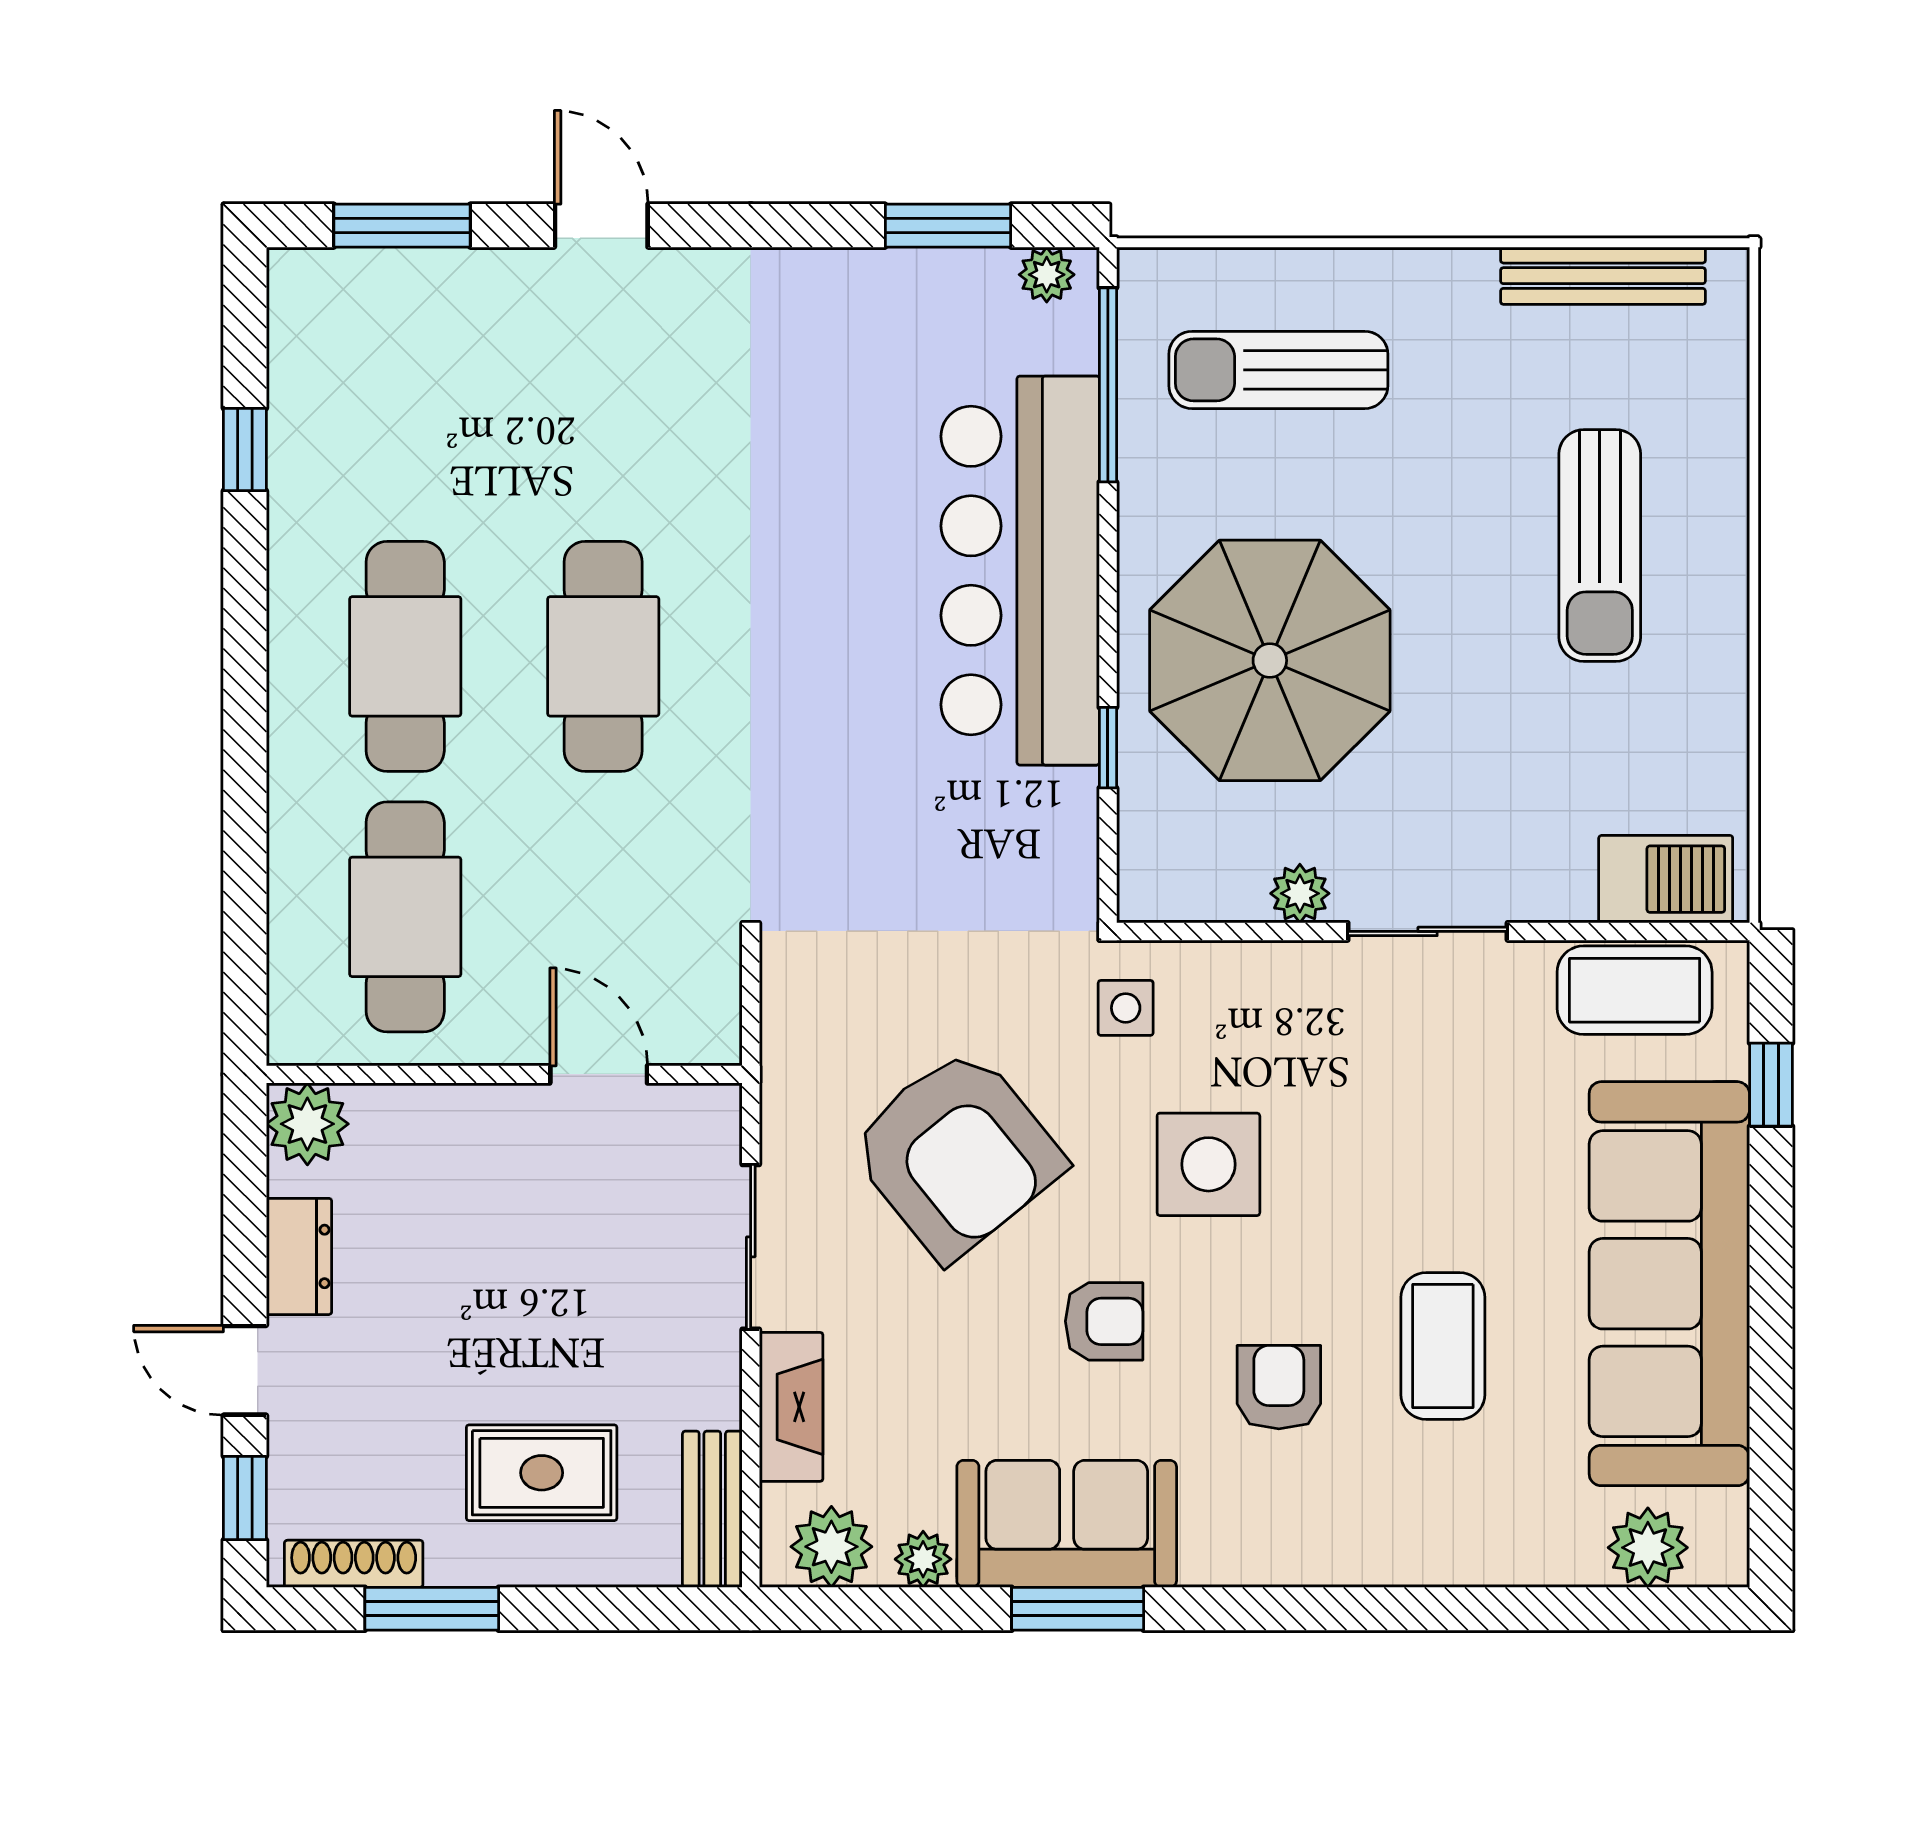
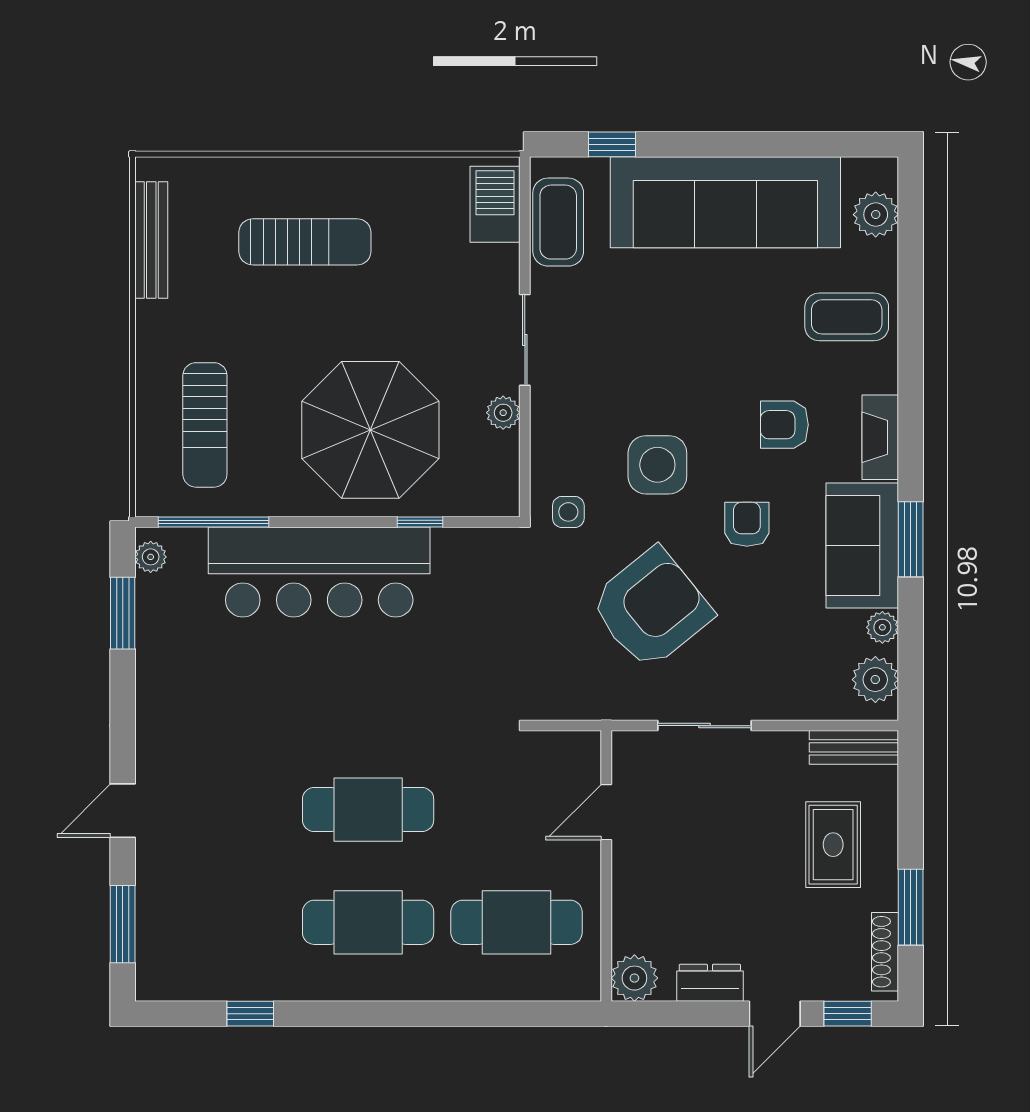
coffee table: (1443, 1346) -> (847, 317), moved
fireplace: (791, 1407) -> (880, 437), moved, turned -90

